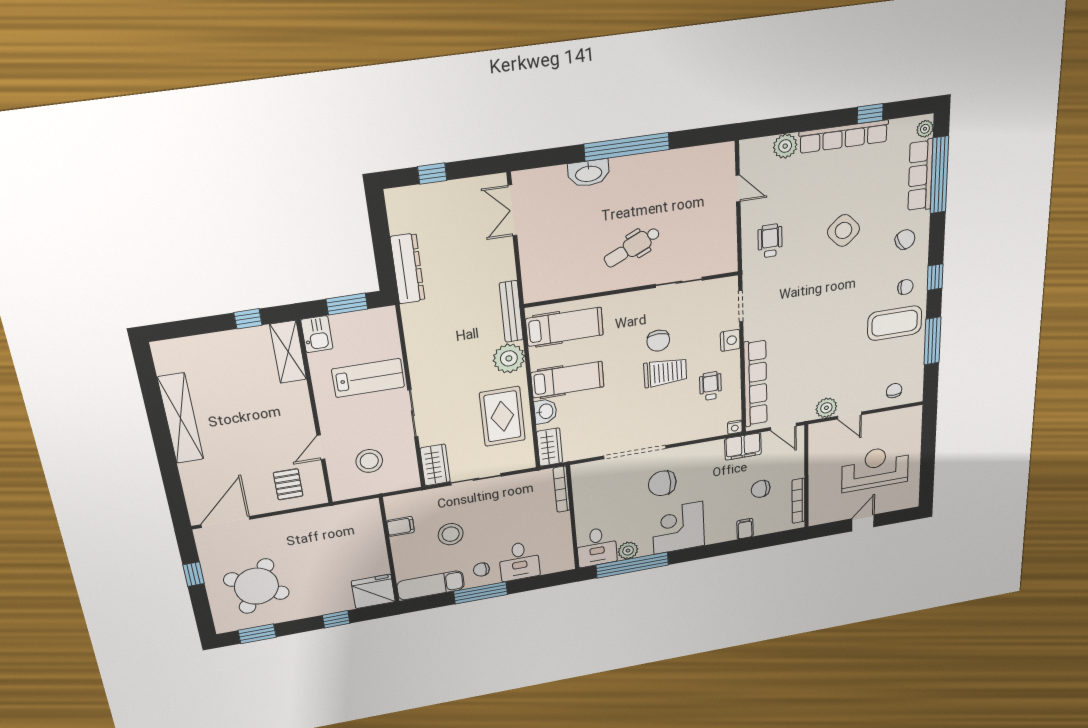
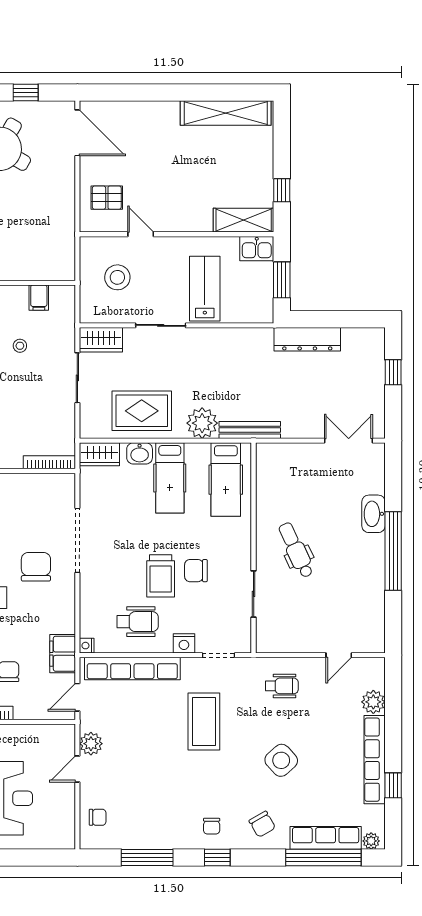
coffee table: (895, 323) -> (204, 722), moved
lab bench: (368, 378) -> (205, 289), turned 180
wheelchair: (711, 386) -> (138, 622), width x1.36, depth x1.37
shelving: (181, 418) -> (226, 113), moved
stool: (451, 534) -> (20, 346), width x0.53, depth x0.53

